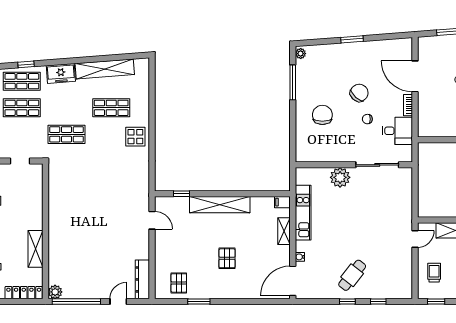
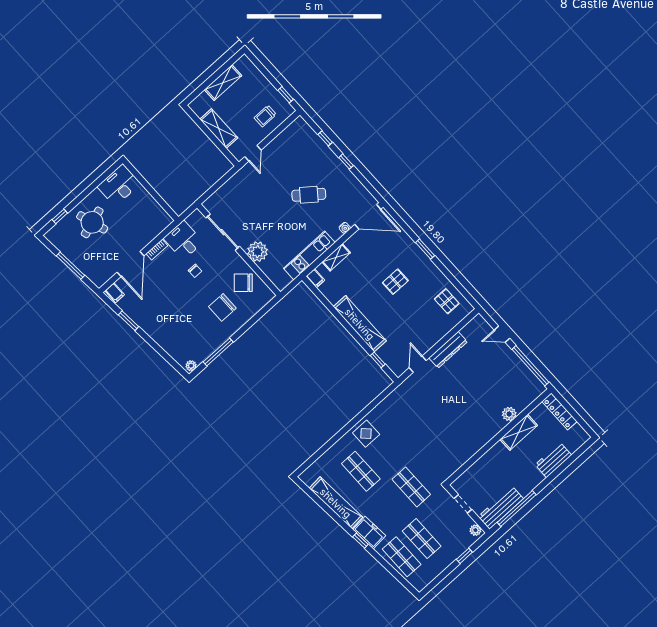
window: (352, 39) -> (129, 321), moved
filing cabinet: (404, 46) -> (115, 293), added
window: (26, 64) -> (360, 541), moved
chair: (359, 93) -> (243, 283), moved
door: (415, 239) -> (253, 153), swing flipped
cafe table: (352, 275) -> (309, 195), moved
dresser: (142, 279) -> (448, 350), moved
pallet: (179, 283) -> (447, 301), turned 90
plant: (55, 292) -> (509, 414), moved
window: (199, 302) -> (425, 249), moved

